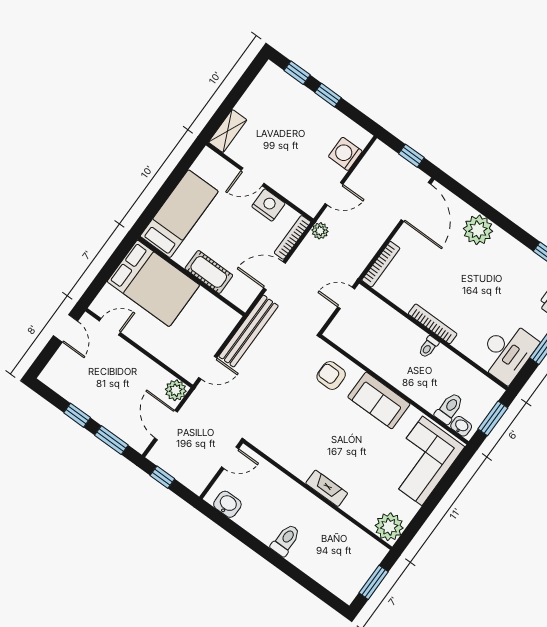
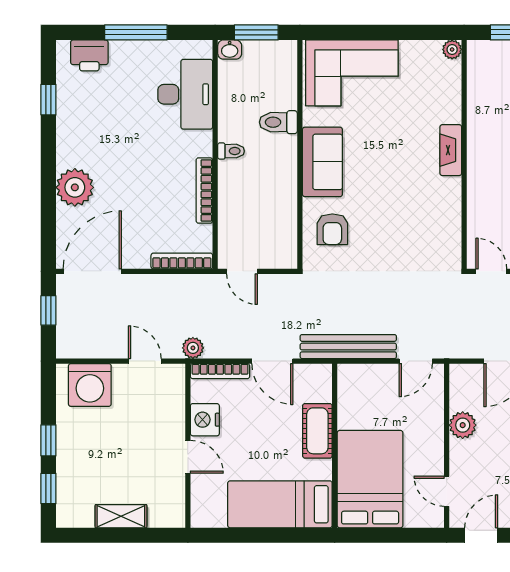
shelving: (228, 131) -> (121, 516), moved
washing machine: (345, 154) -> (90, 385), width x1.37, depth x1.37
bookcase: (433, 324) -> (204, 190), moved
desk: (507, 352) -> (185, 94), moved, turned 90
door: (208, 368) -> (416, 361), swing flipped
plant: (176, 390) -> (463, 425), moved
toilet: (449, 408) -> (278, 122), moved
washbasin: (461, 426) -> (230, 50), moved, turned -90
plant: (389, 527) -> (452, 49), width x0.53, depth x0.53

